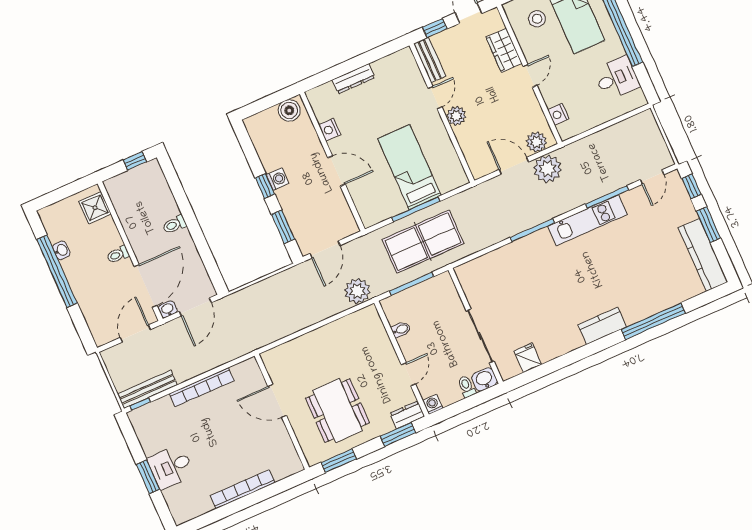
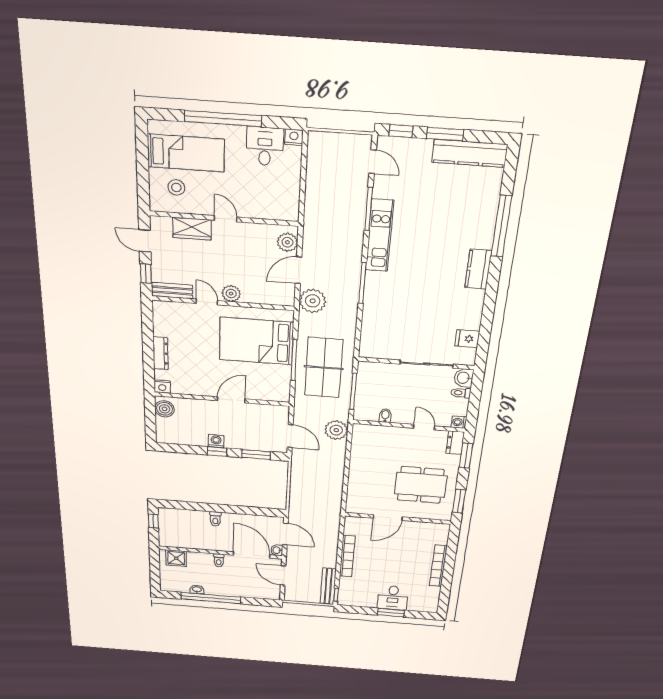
nightstand: (558, 114) -> (294, 137), moved, turned 180
nightstand: (330, 130) -> (162, 387), moved
bed: (409, 167) -> (256, 341), width x1.50
plant: (548, 169) -> (313, 301), moved

